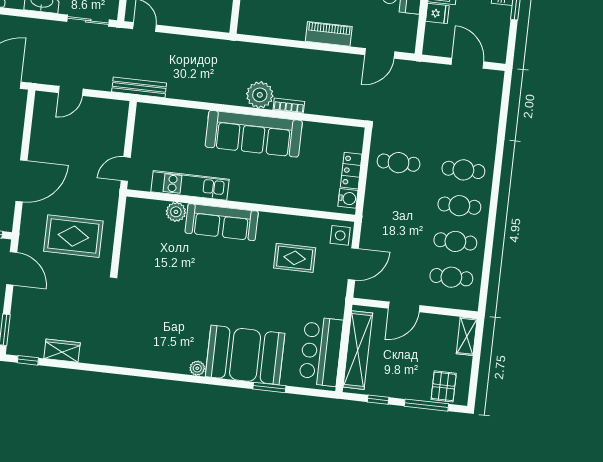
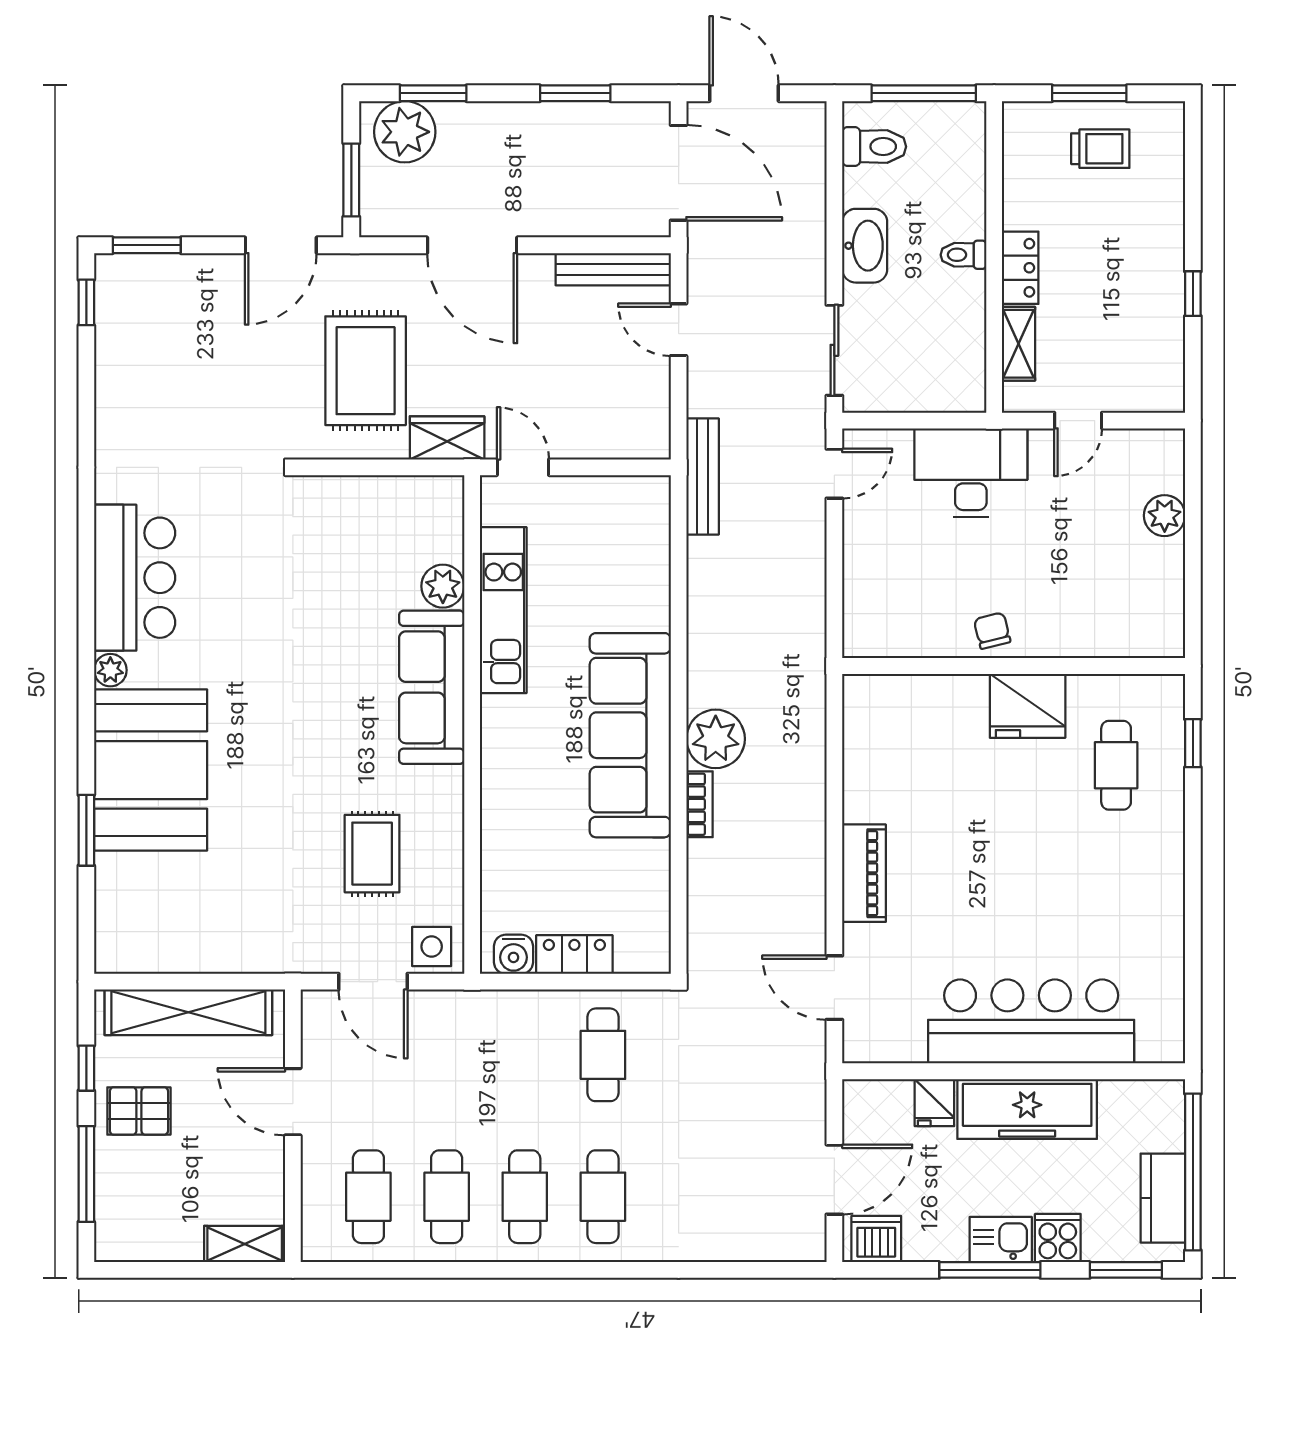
dishwasher: (497, 47) -> (876, 1239), added
bench: (40, 118) -> (613, 269), added
wardrobe: (62, 351) -> (447, 438), moved, turned -90
bar counter: (321, 351) -> (135, 578), moved, turned 90
pallet: (444, 386) -> (139, 1111), moved

